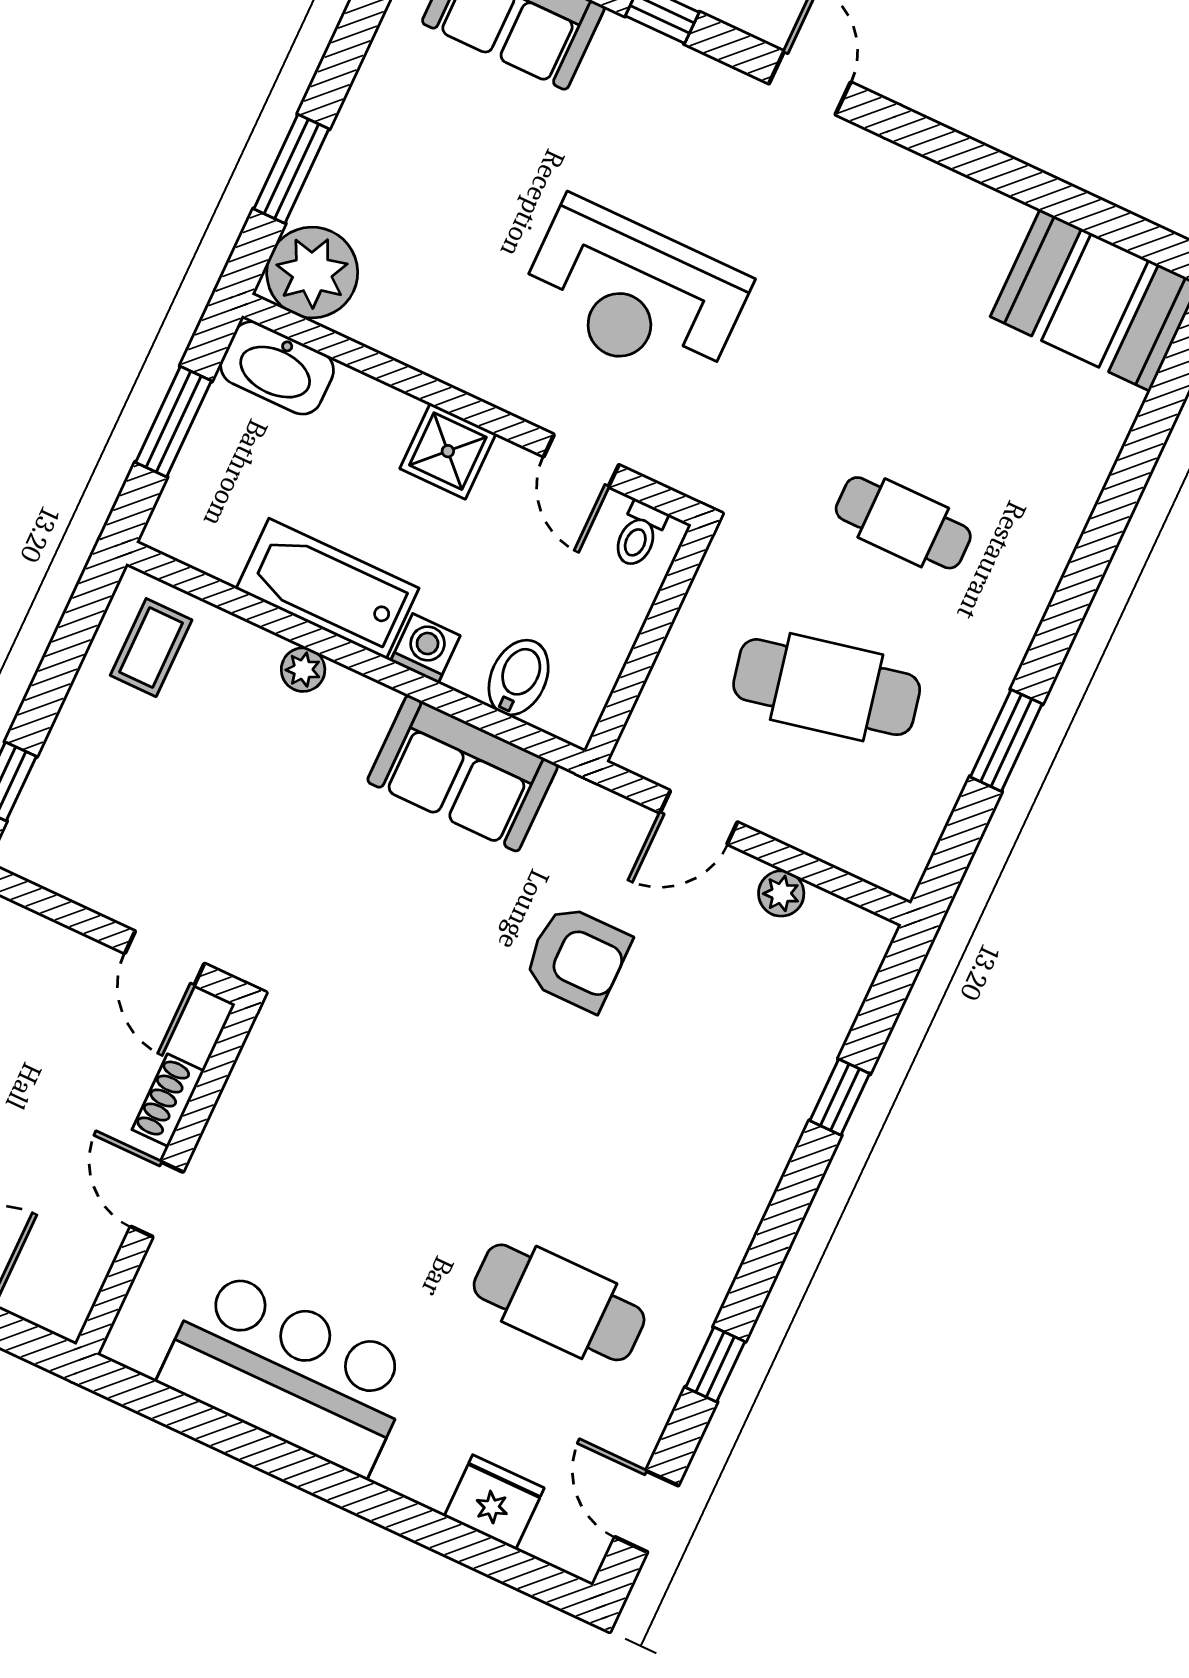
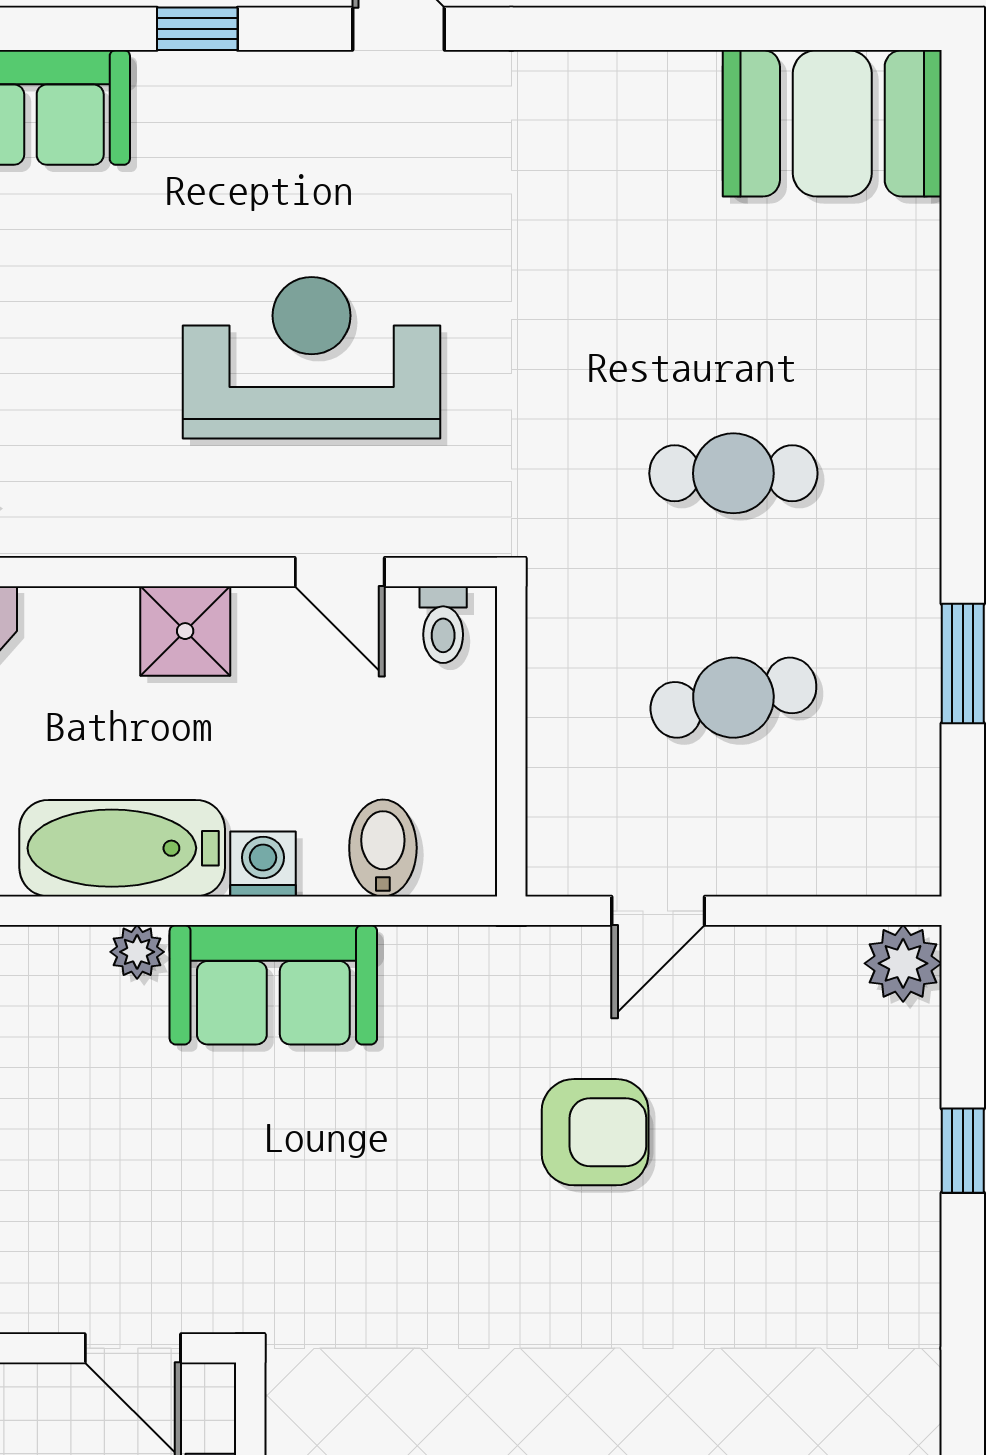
reception desk: (634, 294) -> (312, 358), turned 180
cafe table: (827, 687) -> (733, 698), width x0.73, depth x0.74
sofa: (463, 773) -> (273, 985), moved
plant: (781, 893) -> (903, 963), moved, width x1.38, depth x1.38

